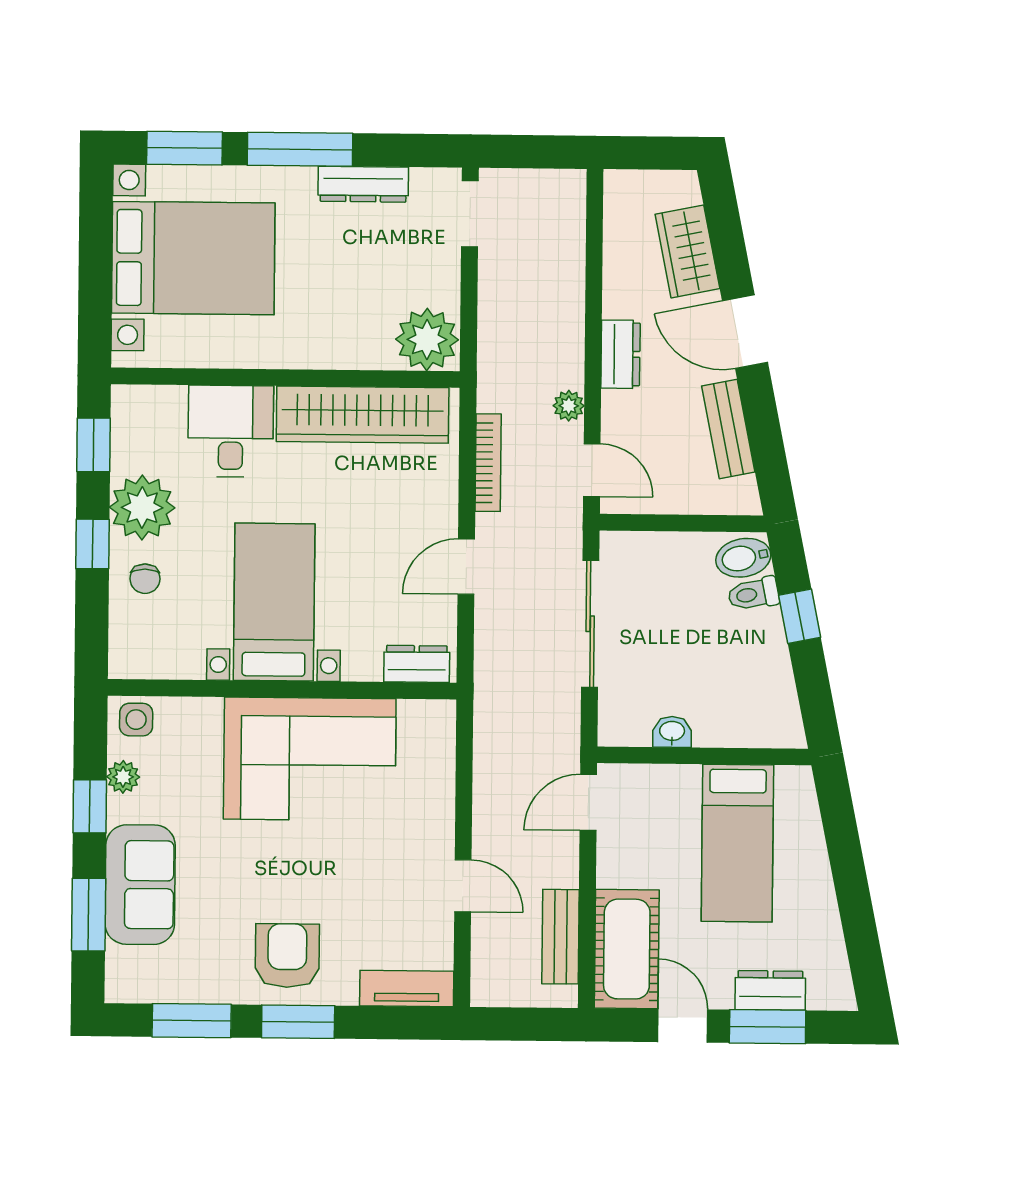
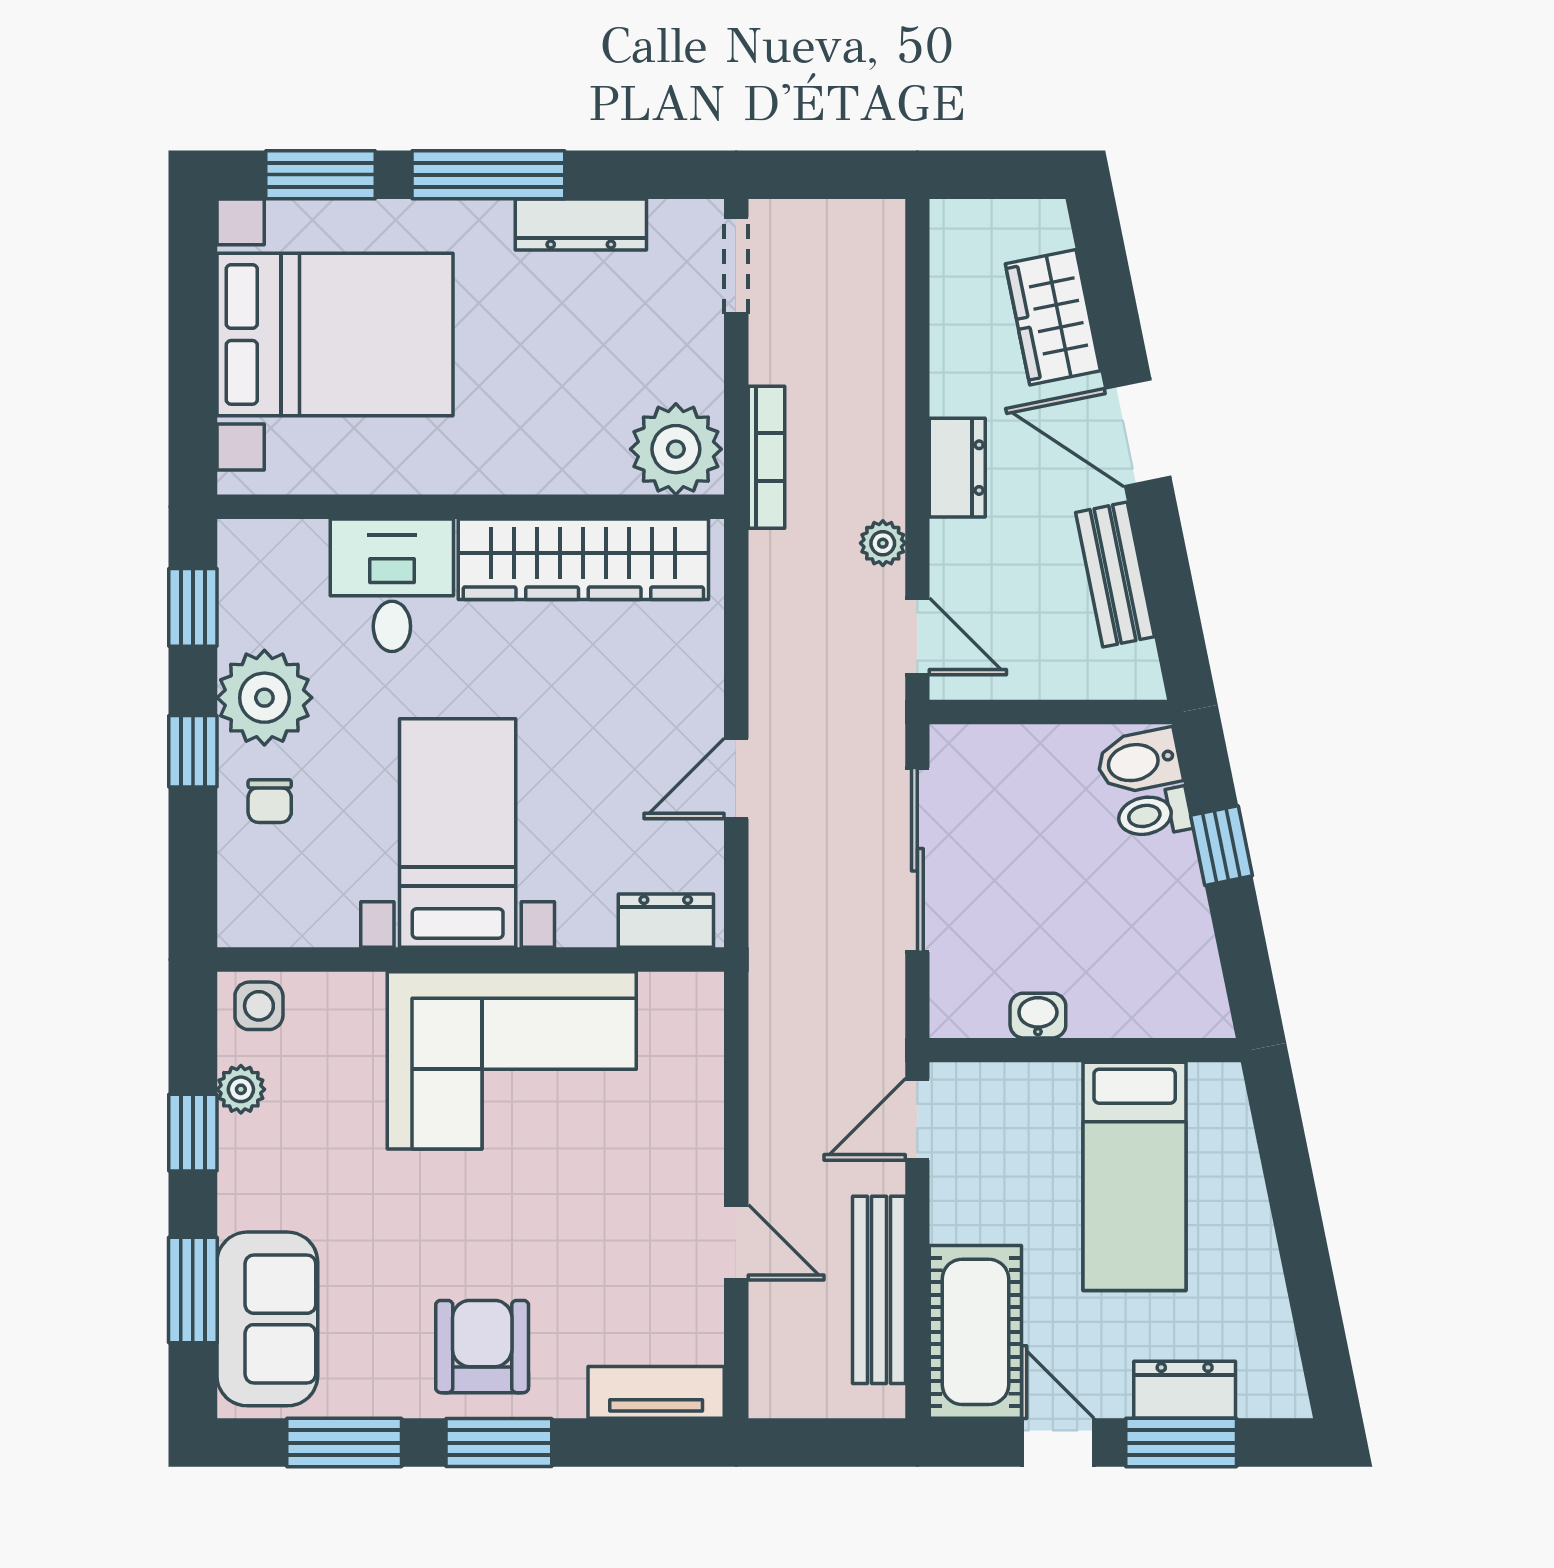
bookcase: (488, 463) -> (766, 457), moved
sofa: (140, 885) -> (267, 1319), moved
bench: (561, 937) -> (879, 1290), width x1.36

